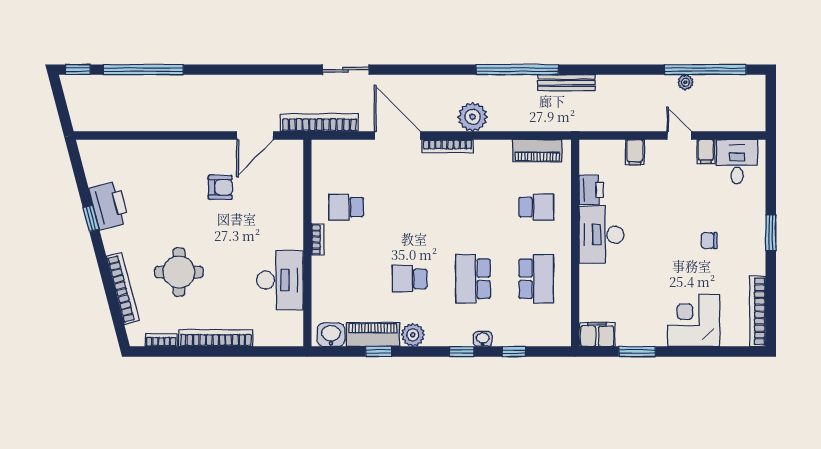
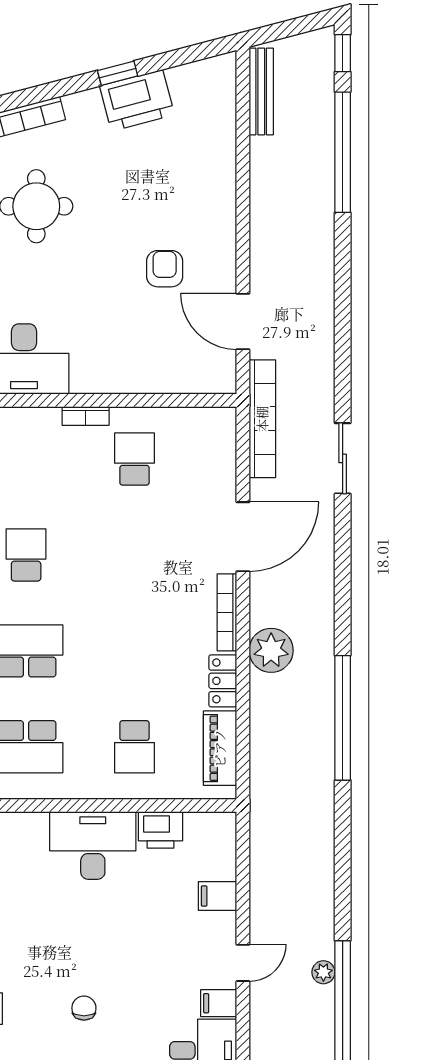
bench: (566, 83) -> (261, 91), moved
locker: (493, 149) -> (223, 681), added
armchair: (220, 187) -> (165, 269), turned 180

